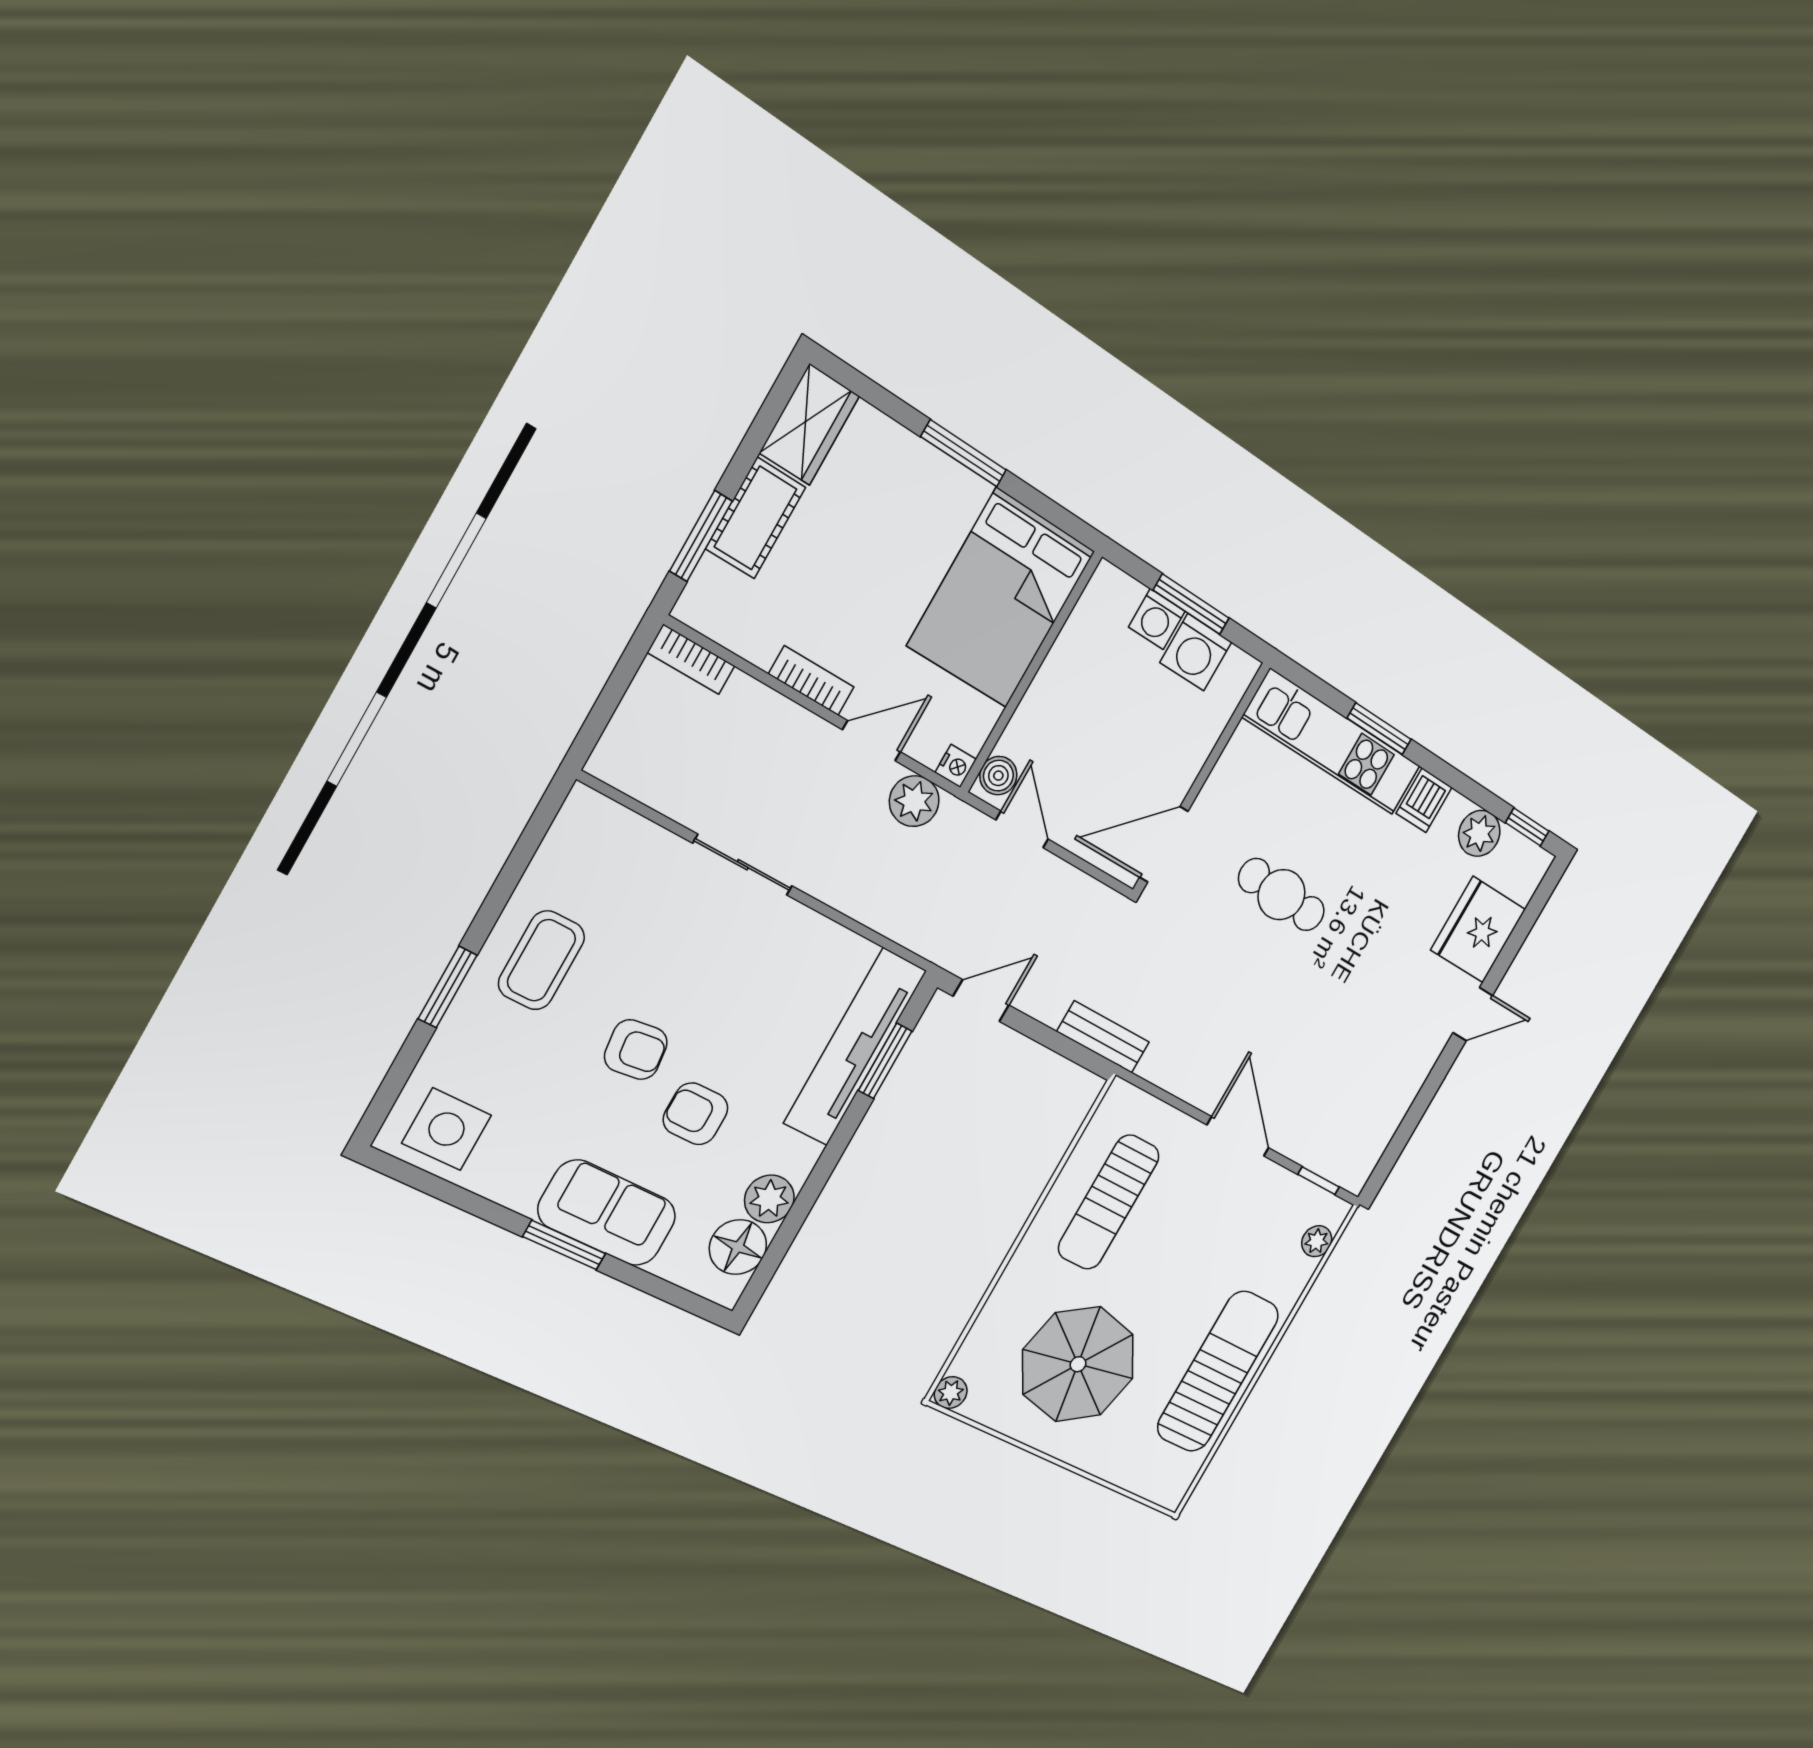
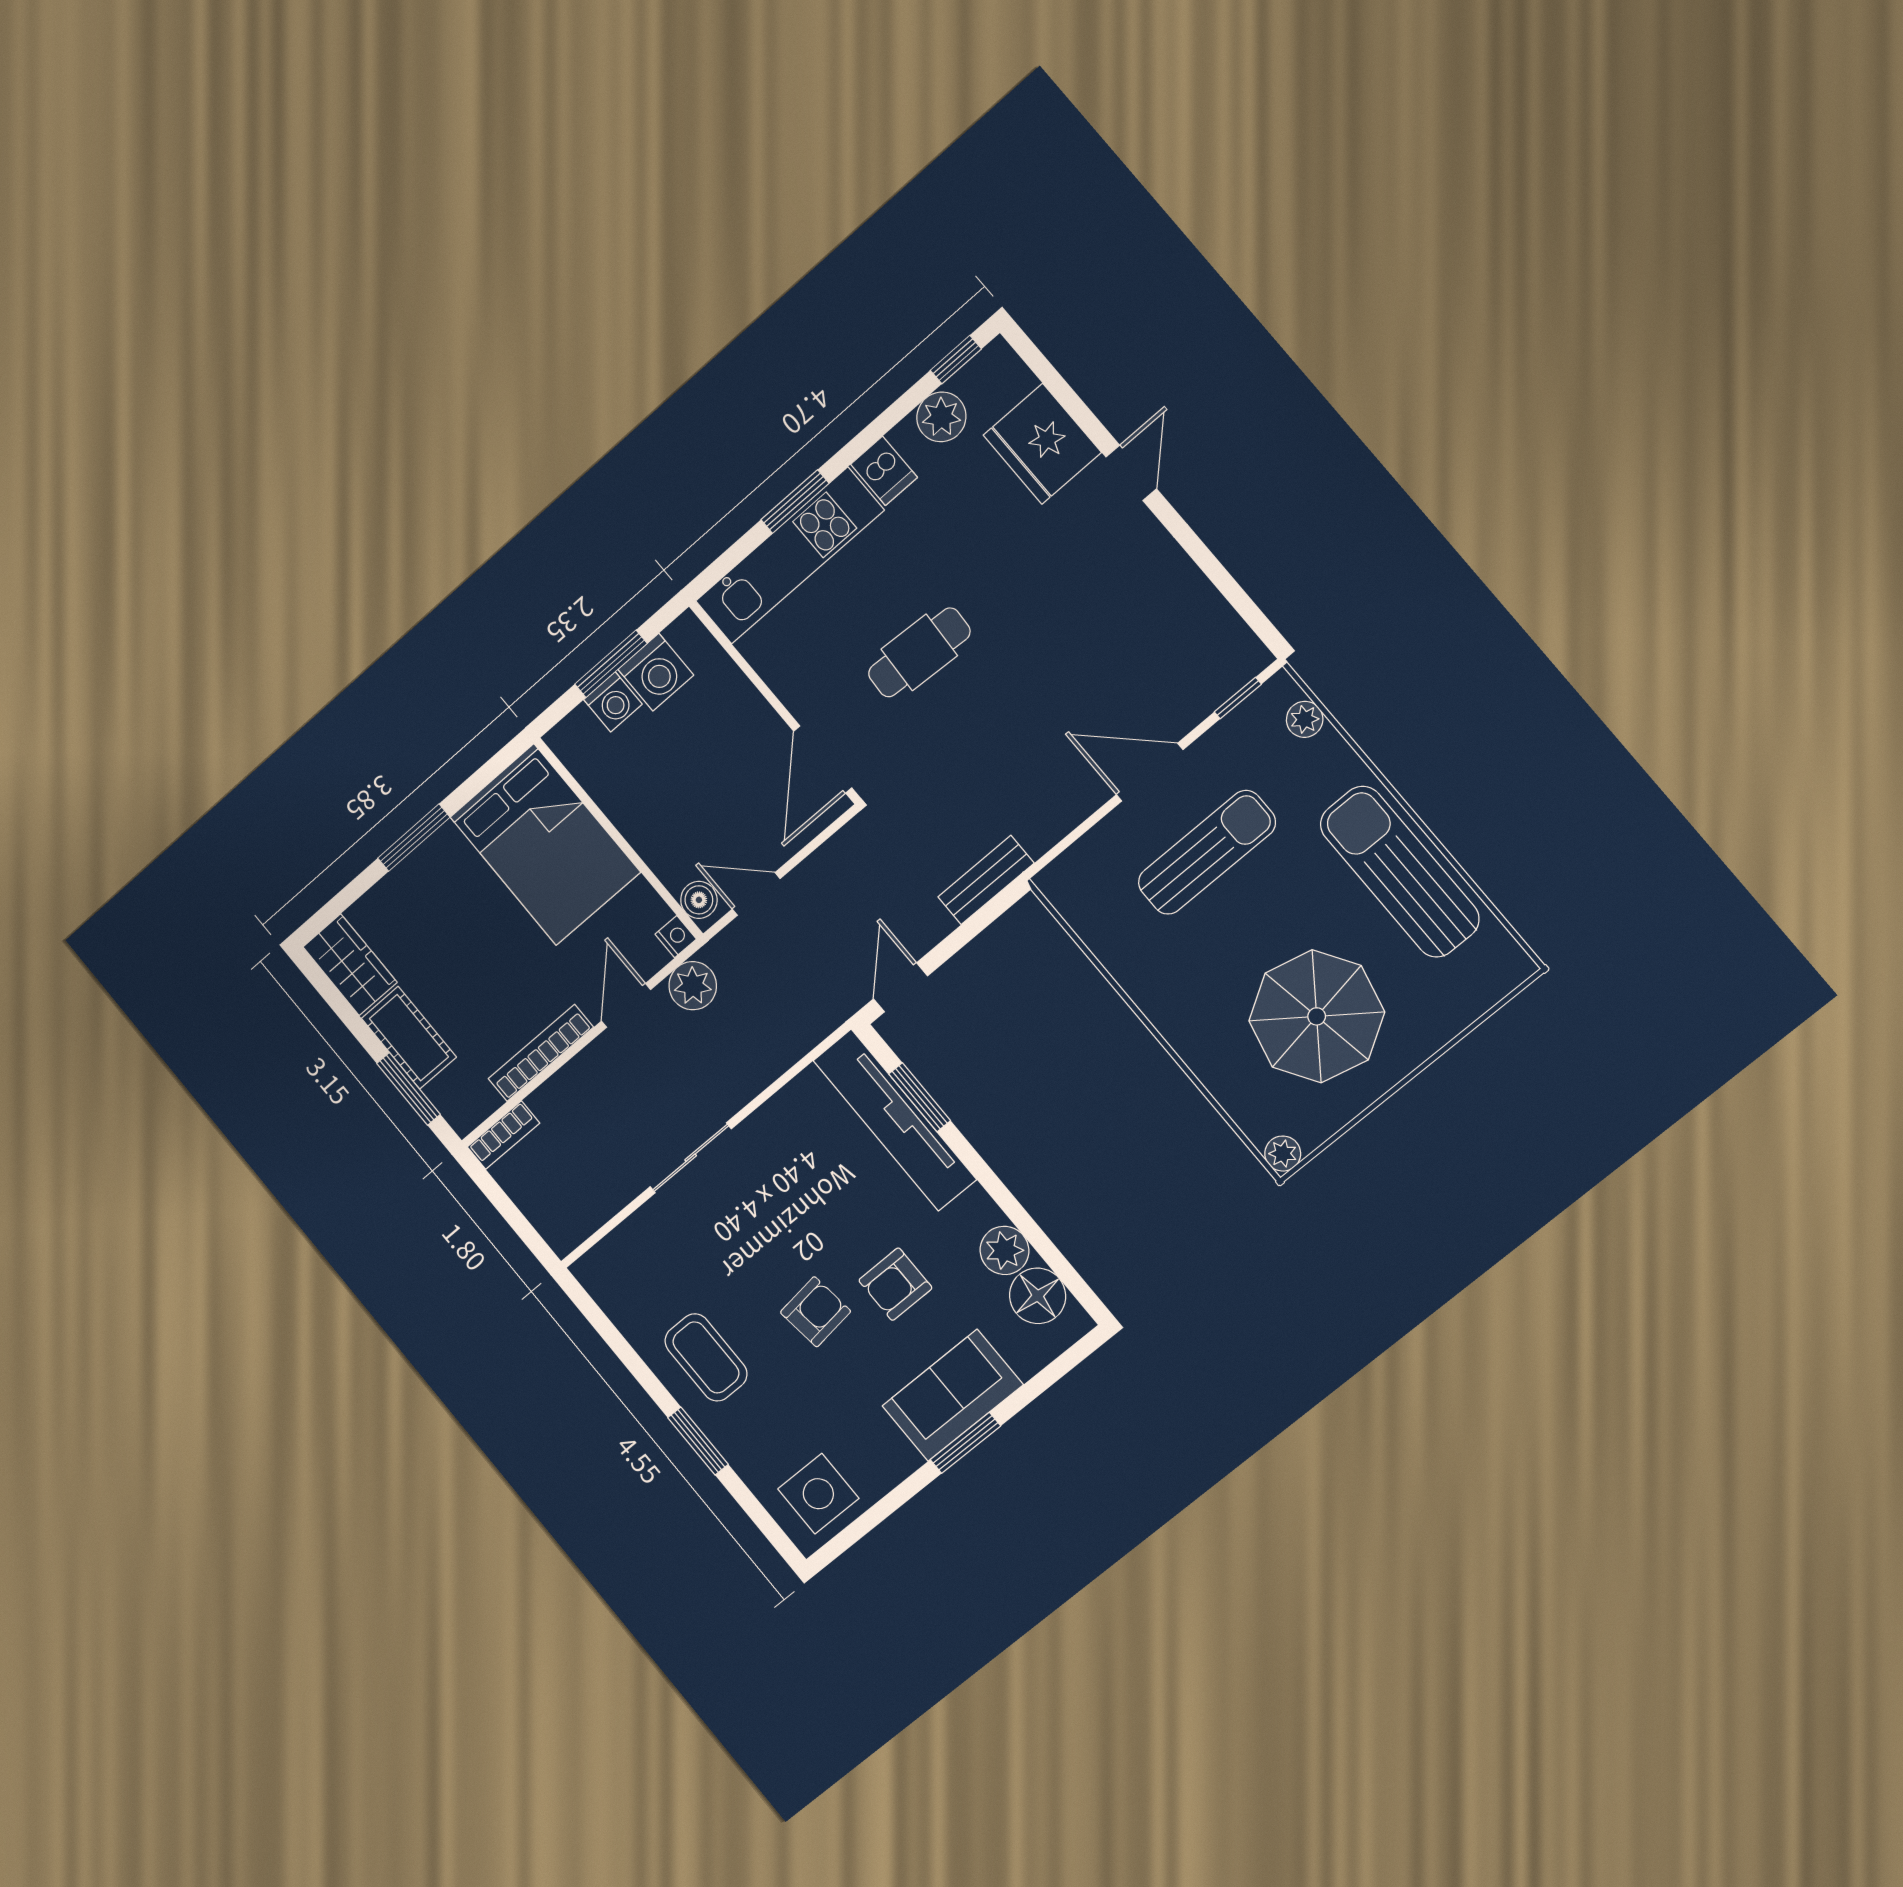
bookcase: (811, 681) -> (541, 1053), width x1.56
sun lounger: (1109, 1202) -> (1207, 852), moved, turned -90

